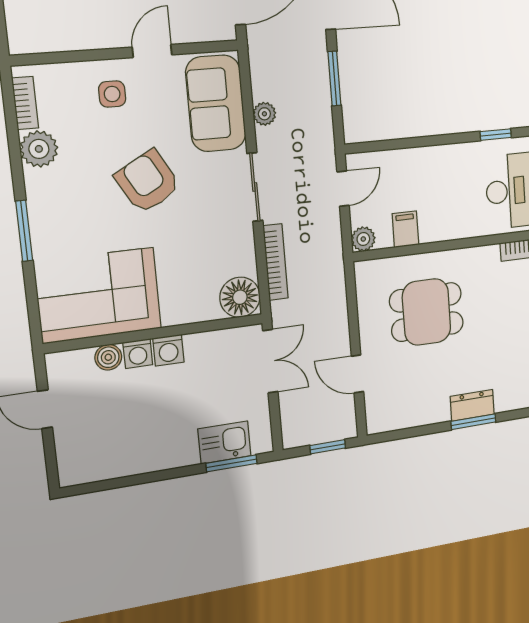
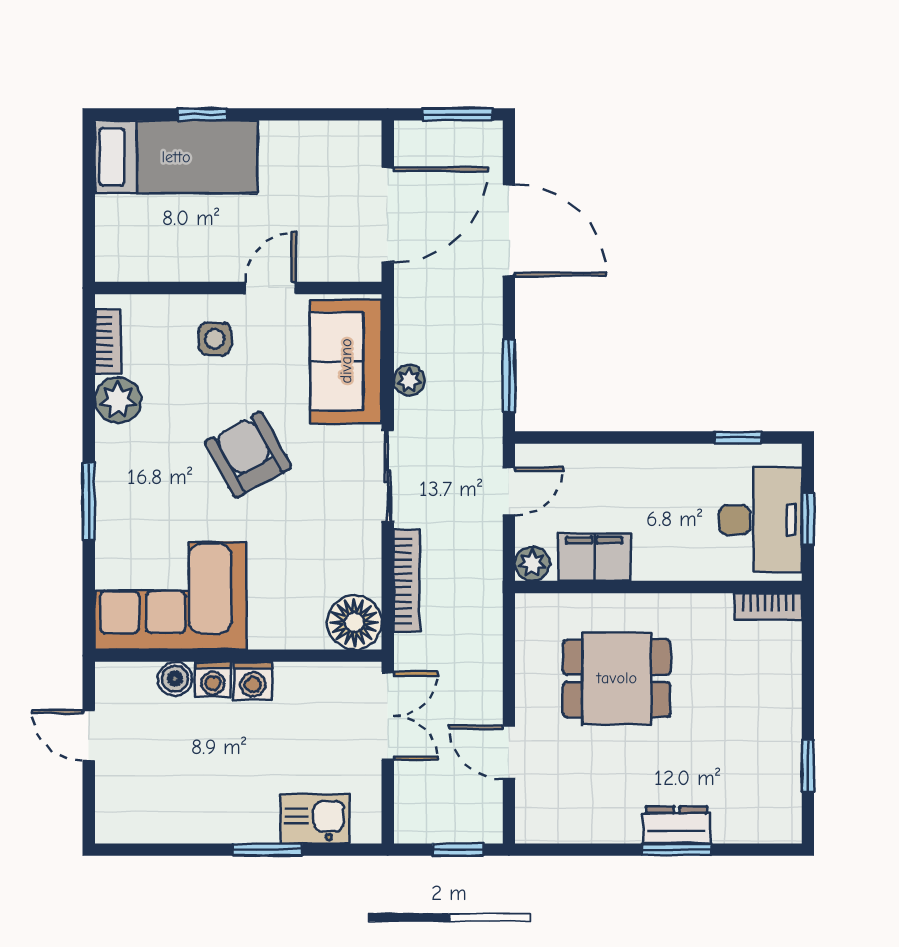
window: (334, 78) -> (509, 375), moved
filing cabinet: (405, 229) -> (594, 557), width x2.00
window: (231, 463) -> (268, 850), moved

